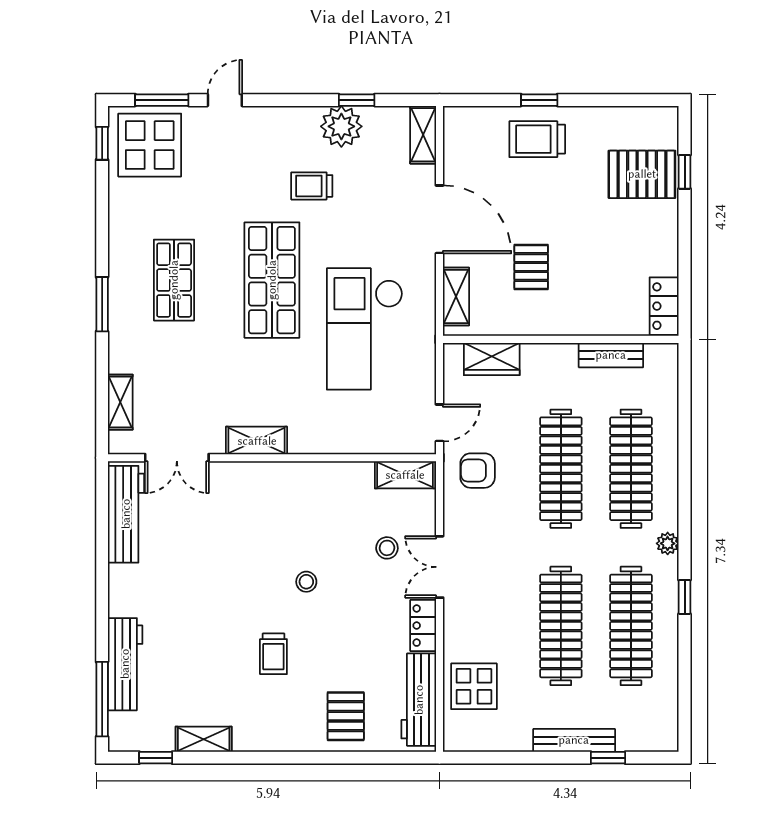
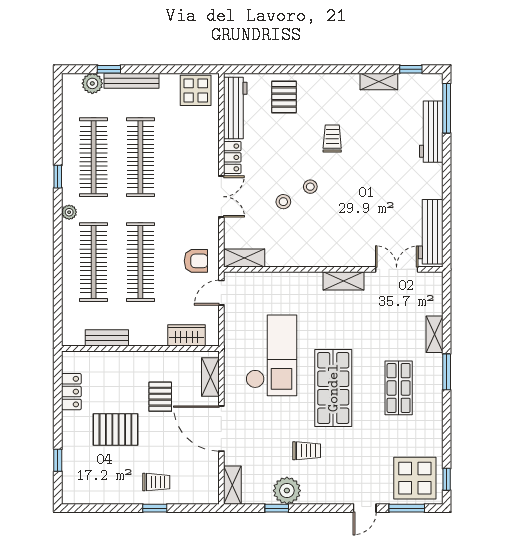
trolley: (537, 139) -> (156, 482), width x0.73, depth x0.72
pallet: (642, 174) -> (115, 430), moved
locker: (664, 306) -> (71, 392), moved
shelving: (120, 402) -> (434, 334), moved
stool: (387, 548) -> (283, 202), moved
display table: (474, 686) -> (196, 90), moved
plant: (633, 736) -> (92, 83), added

